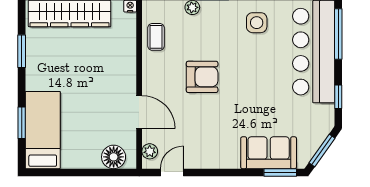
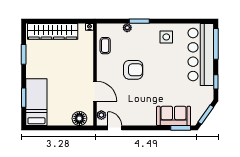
door: (172, 172) -> (115, 128), hinge flipped

